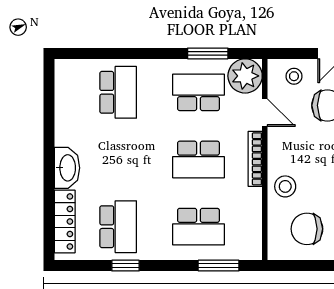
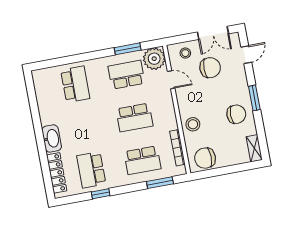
bookcase: (255, 159) -> (177, 148), moved
school desk: (118, 227) -> (91, 170), turned 180
chair: (307, 229) -> (205, 158), moved

